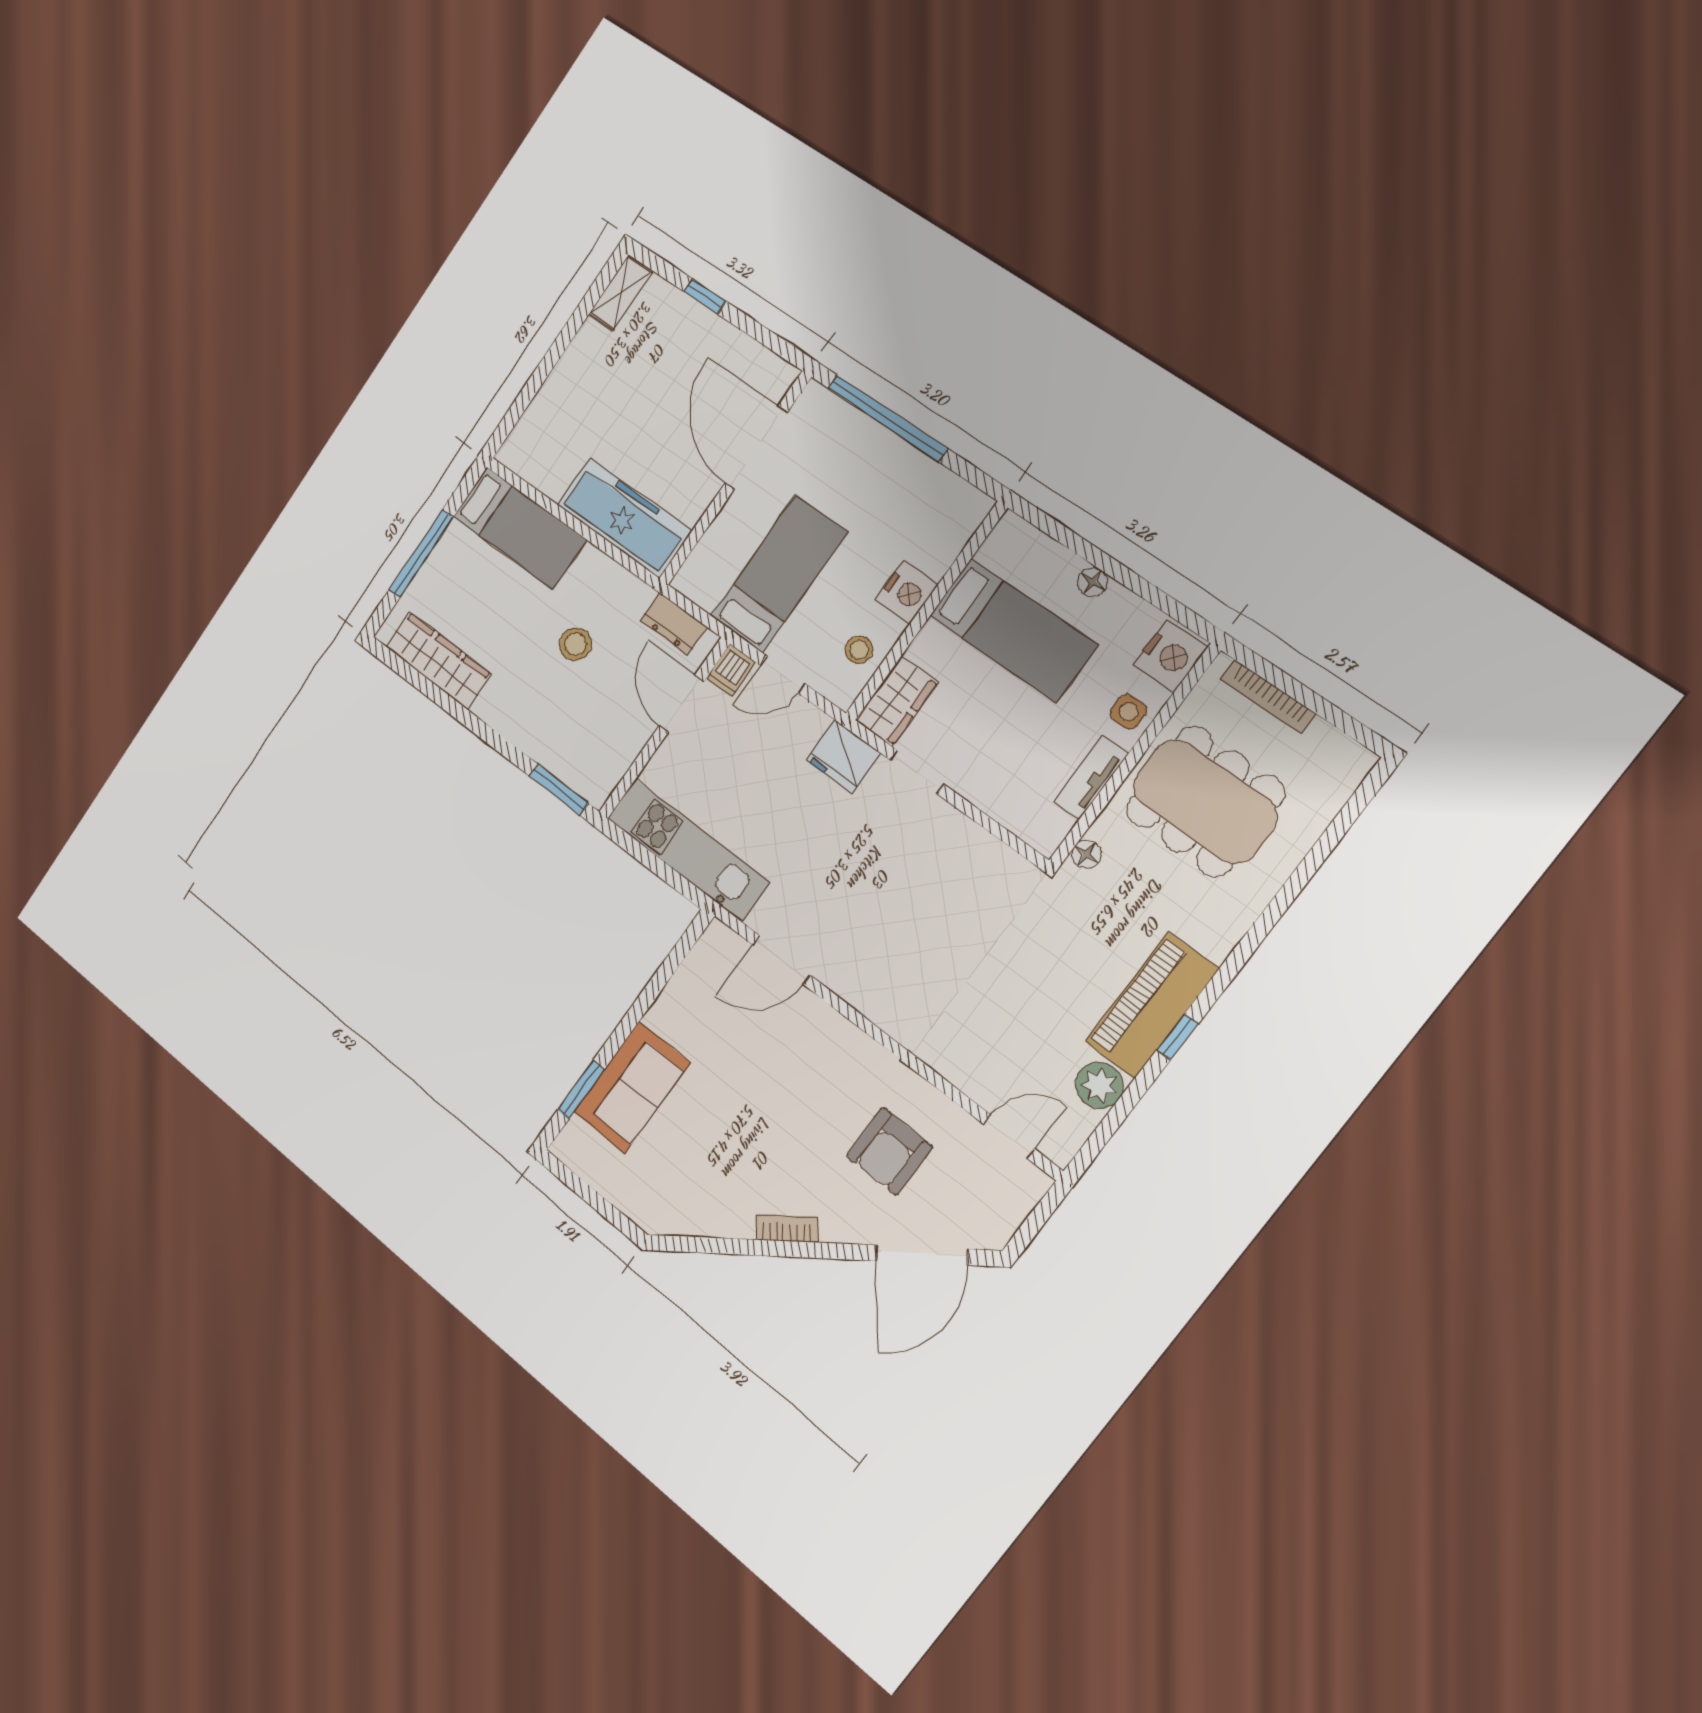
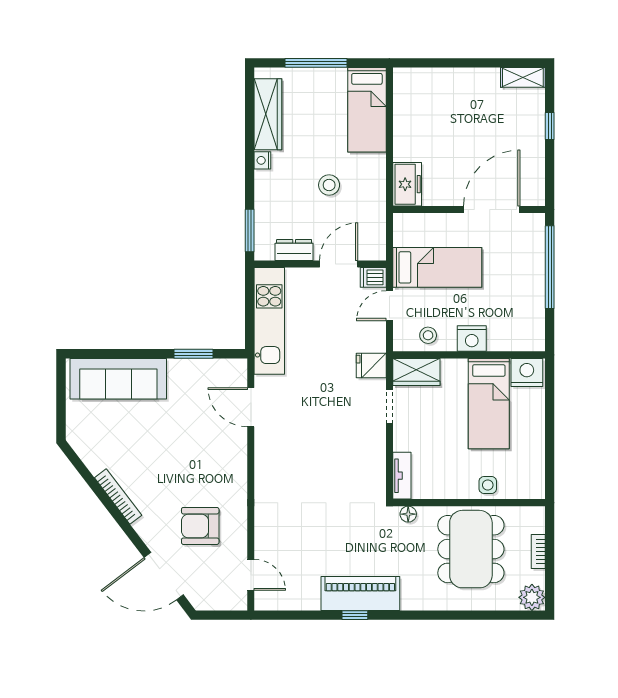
freezer: (624, 518) -> (407, 184), width x0.52, depth x0.79
floor lamp: (1093, 582) -> (537, 425), removed
dresser: (674, 624) -> (294, 250), moved, turned 90
nightstand: (1170, 656) -> (527, 372), moved, turned 180
door: (783, 675) -> (389, 306), hinge flipped
bookcase: (1268, 696) -> (538, 552), width x0.64
nightstand: (487, 709) -> (262, 160), added
fridge: (843, 757) -> (371, 365), width x0.72
tv unit: (1091, 777) -> (402, 476), moved, turned 90
plant: (1099, 1085) -> (532, 597), moved
sofa: (632, 1087) -> (118, 379), width x1.36
window: (581, 1090) -> (194, 354), moved
bookcase: (787, 1228) -> (118, 497), width x1.56

